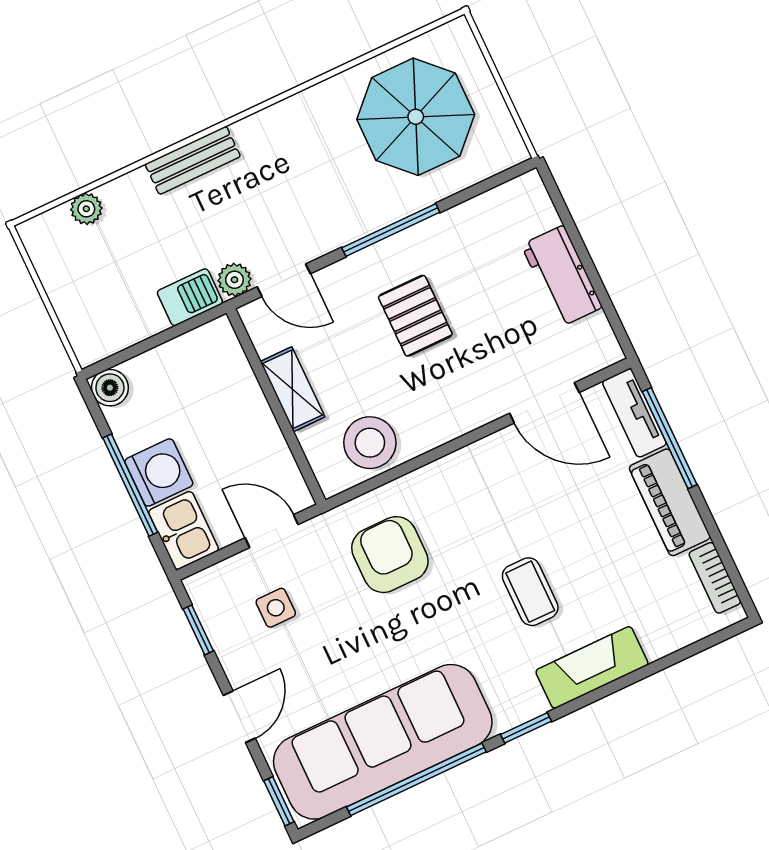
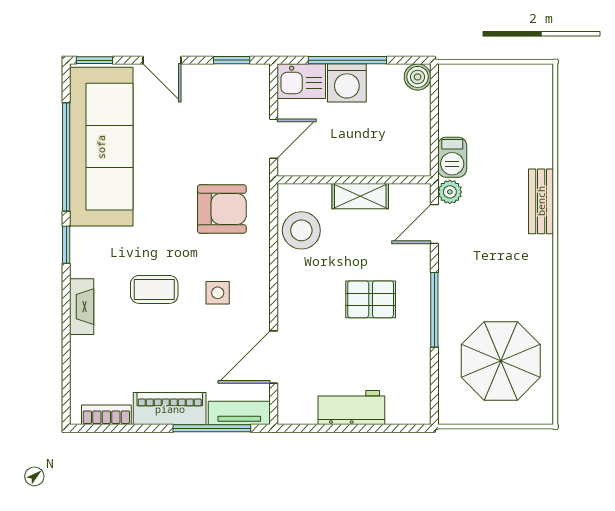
plant: (86, 209) -> (542, 117), removed
side table: (276, 608) -> (218, 293), moved
fireplace: (592, 667) -> (82, 307), width x0.73, depth x0.76

